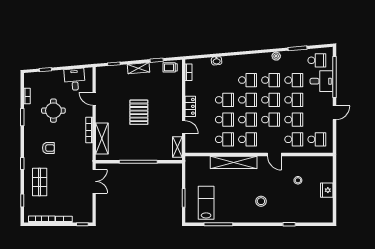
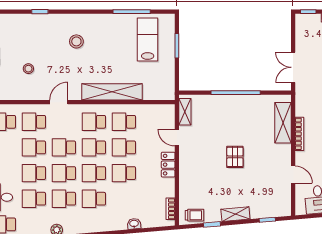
pallet: (139, 112) -> (235, 157), width x0.67, depth x0.71
door: (274, 154) -> (59, 102), hinge flipped
lab bench: (206, 203) -> (148, 40), turned 180

